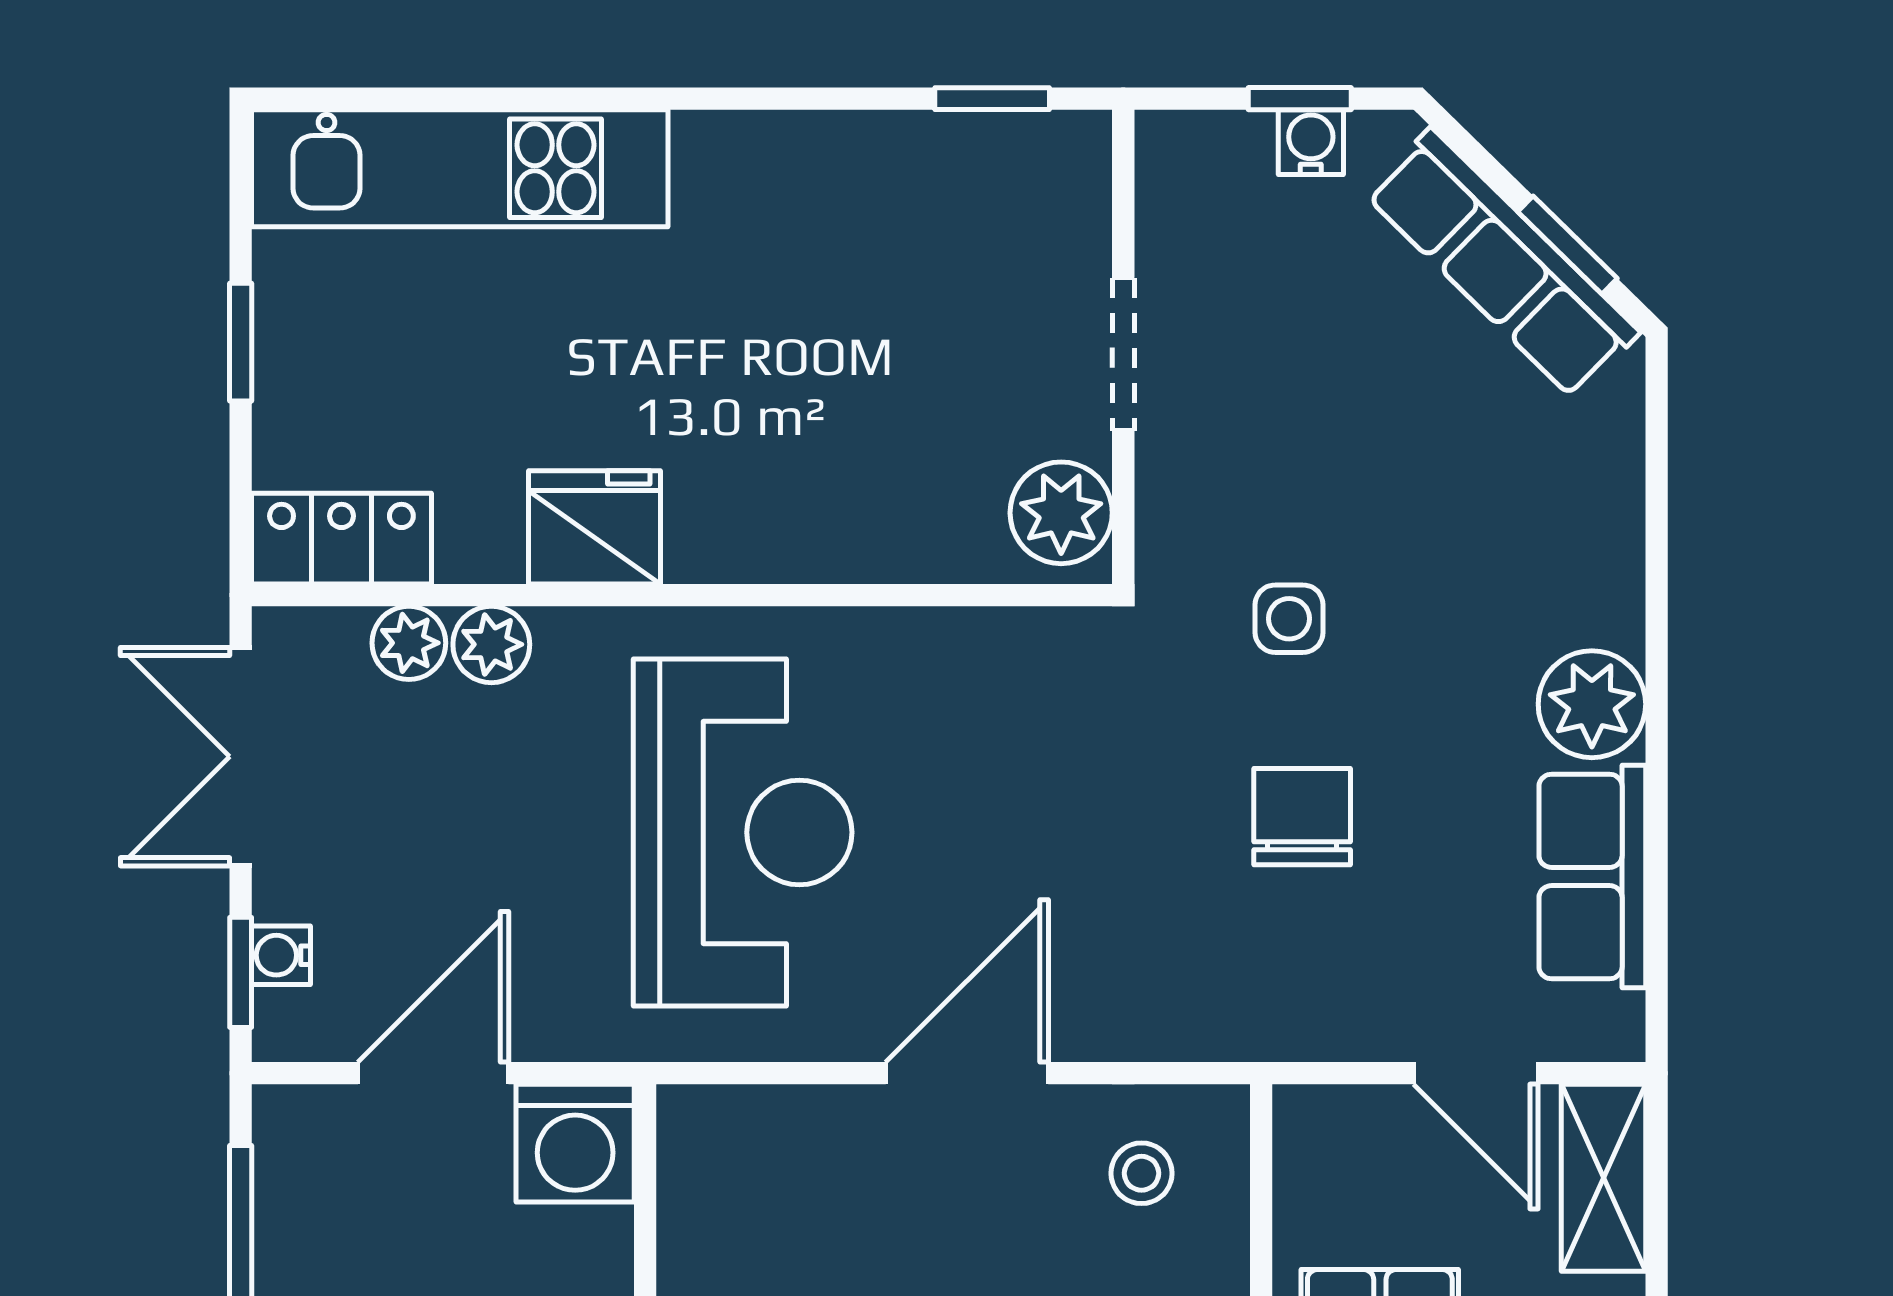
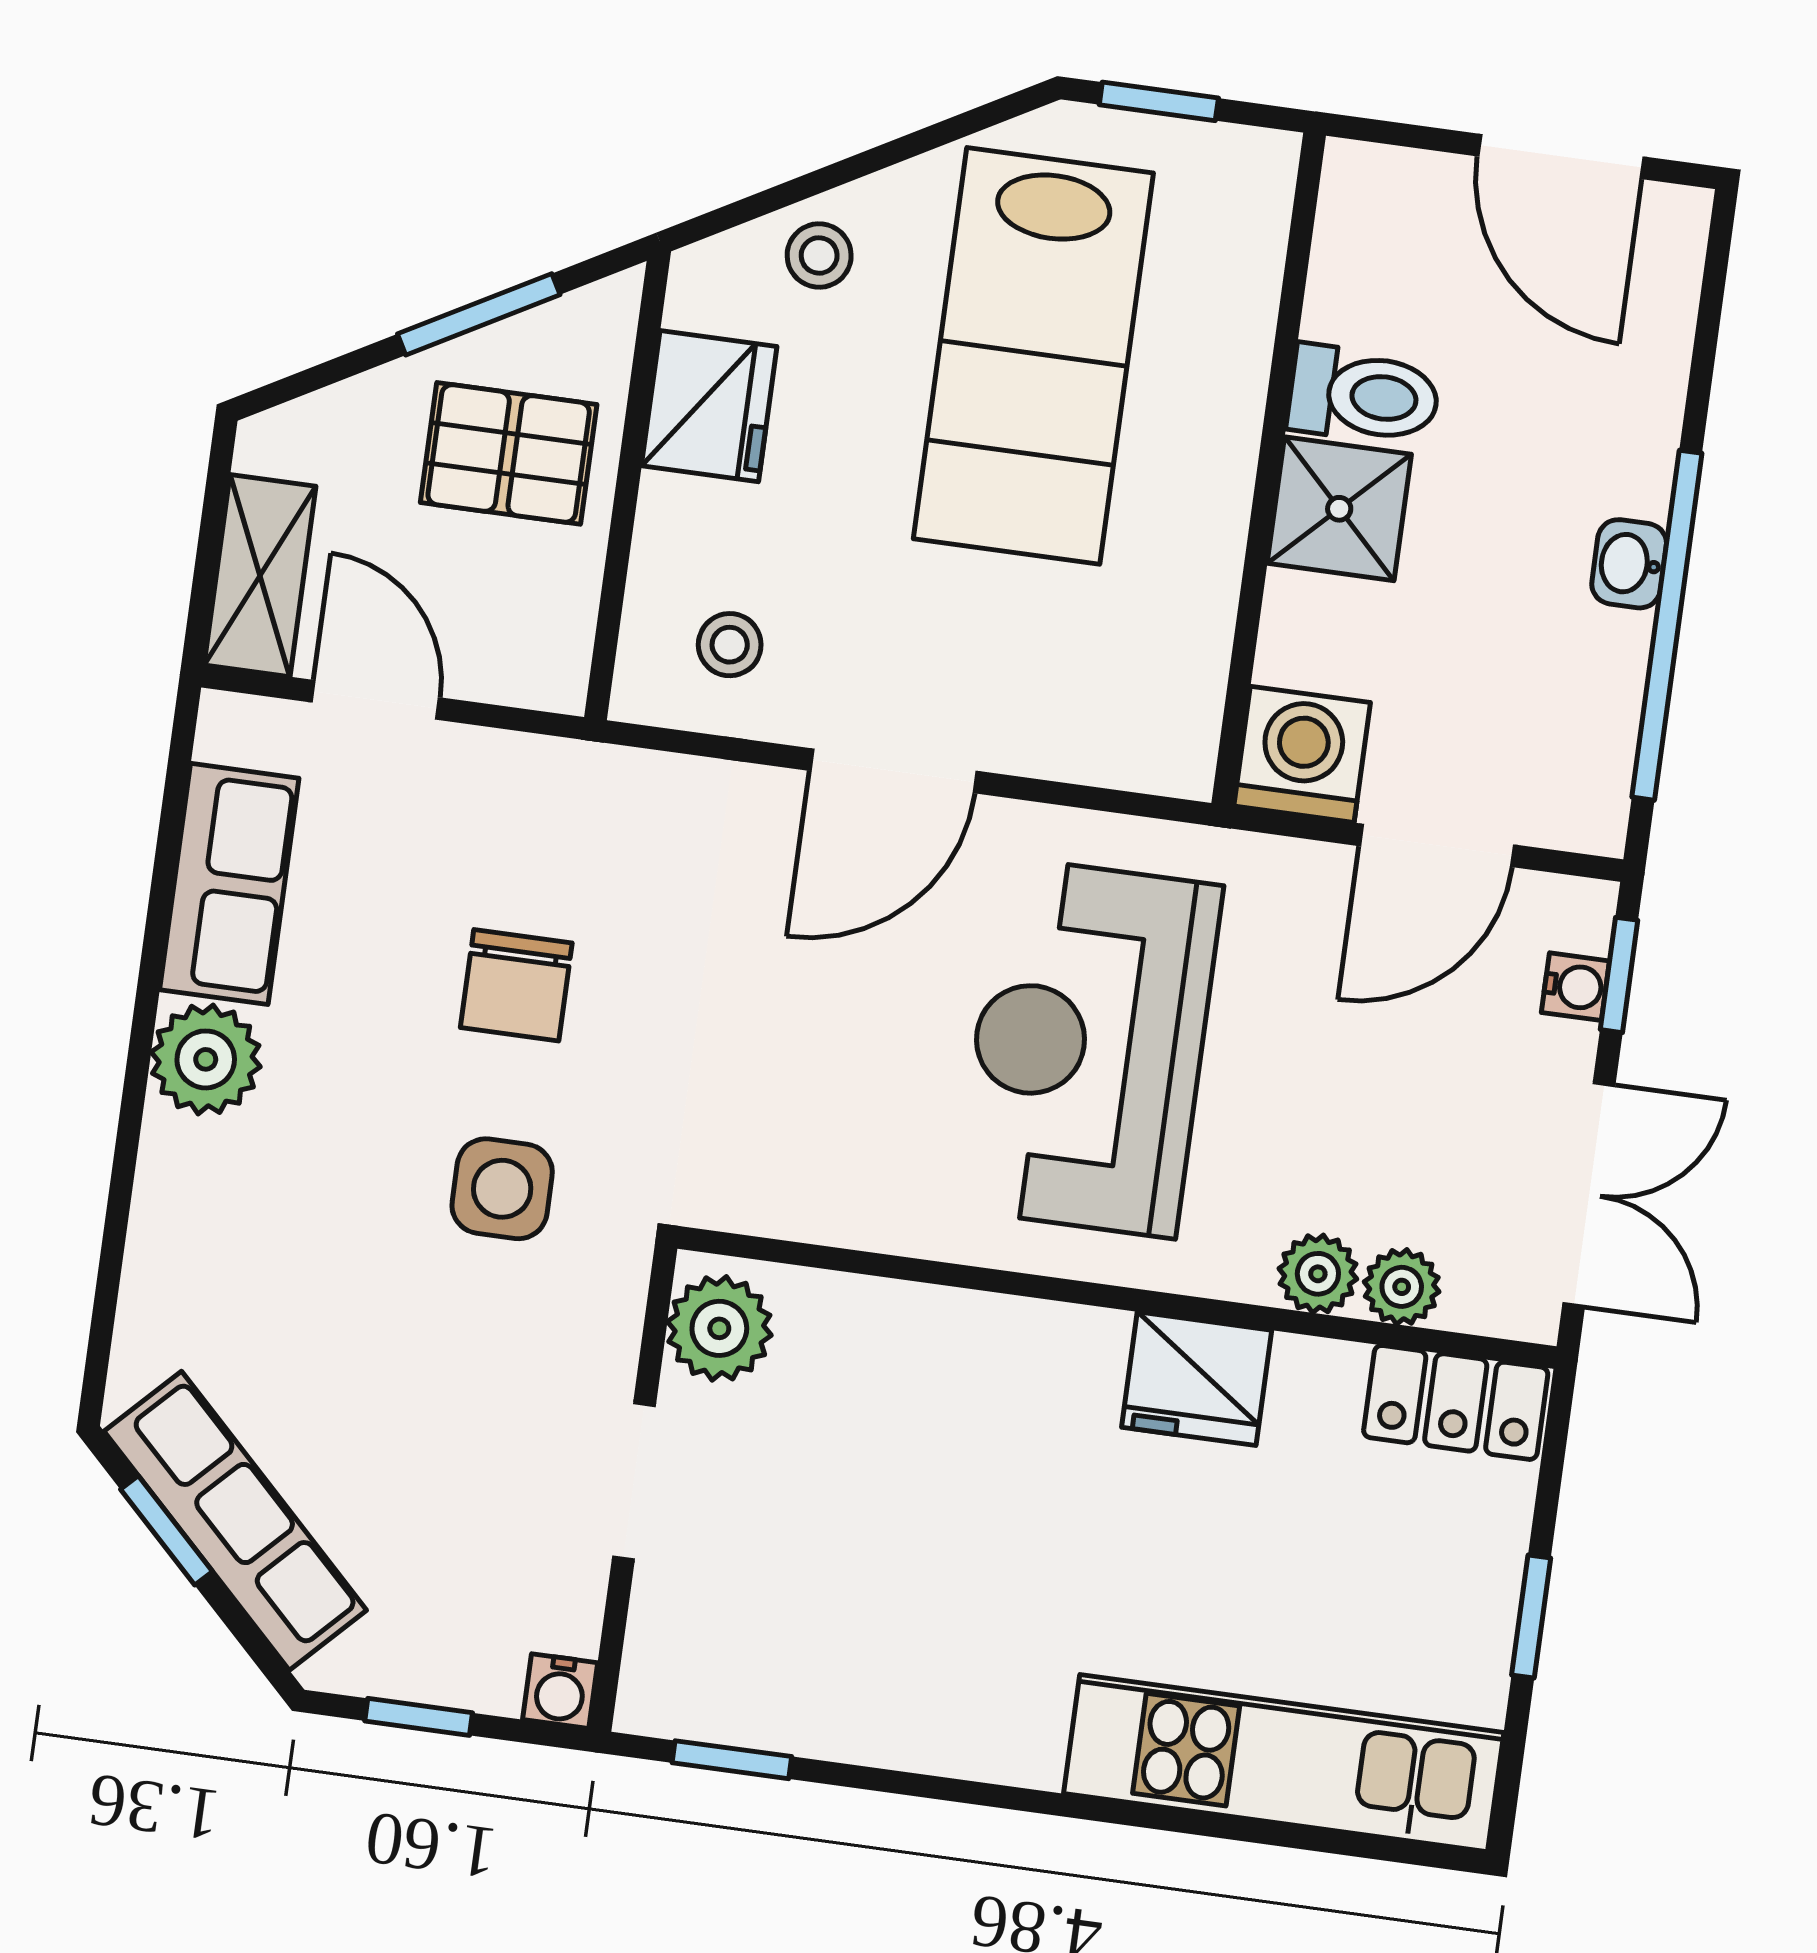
water cooler: (1311, 142) -> (560, 1691), moved
side table: (1289, 619) -> (502, 1189), width x1.37, depth x1.37

